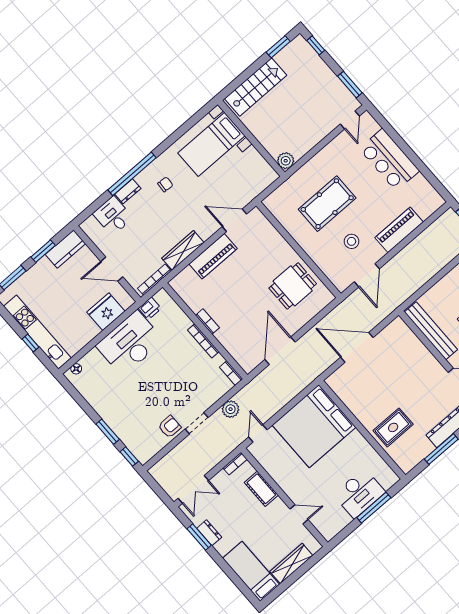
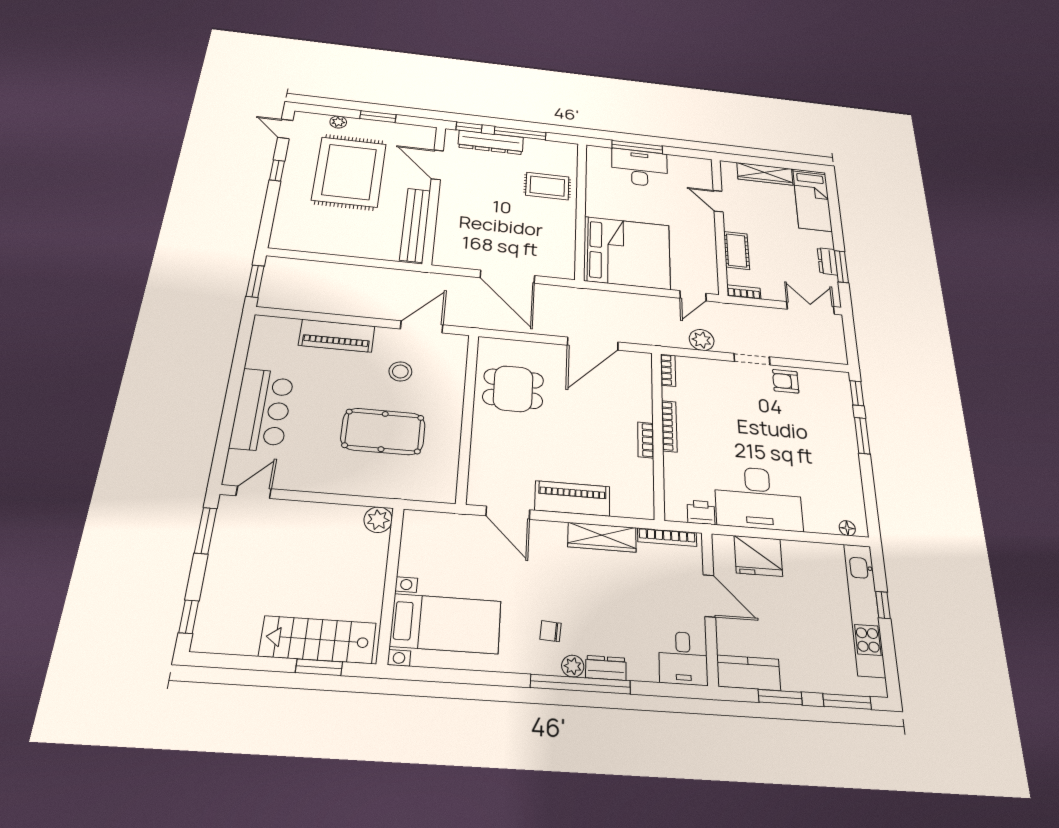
window: (278, 47) -> (319, 667), moved
plant: (142, 178) -> (573, 666), added
desk: (113, 216) -> (683, 658), moved

